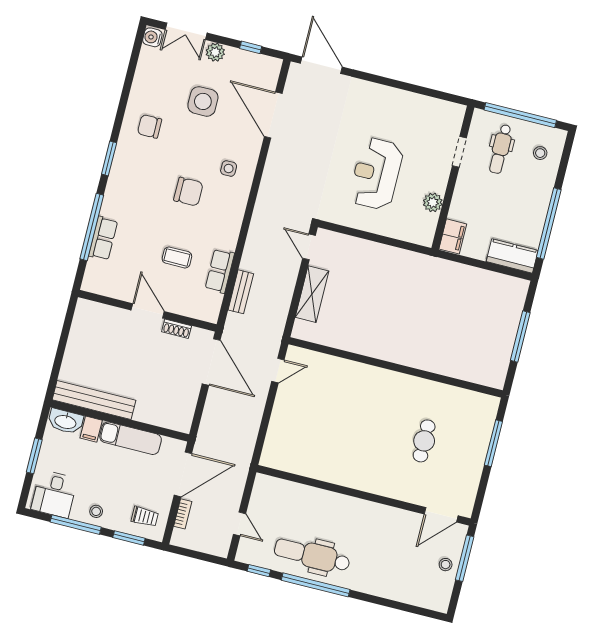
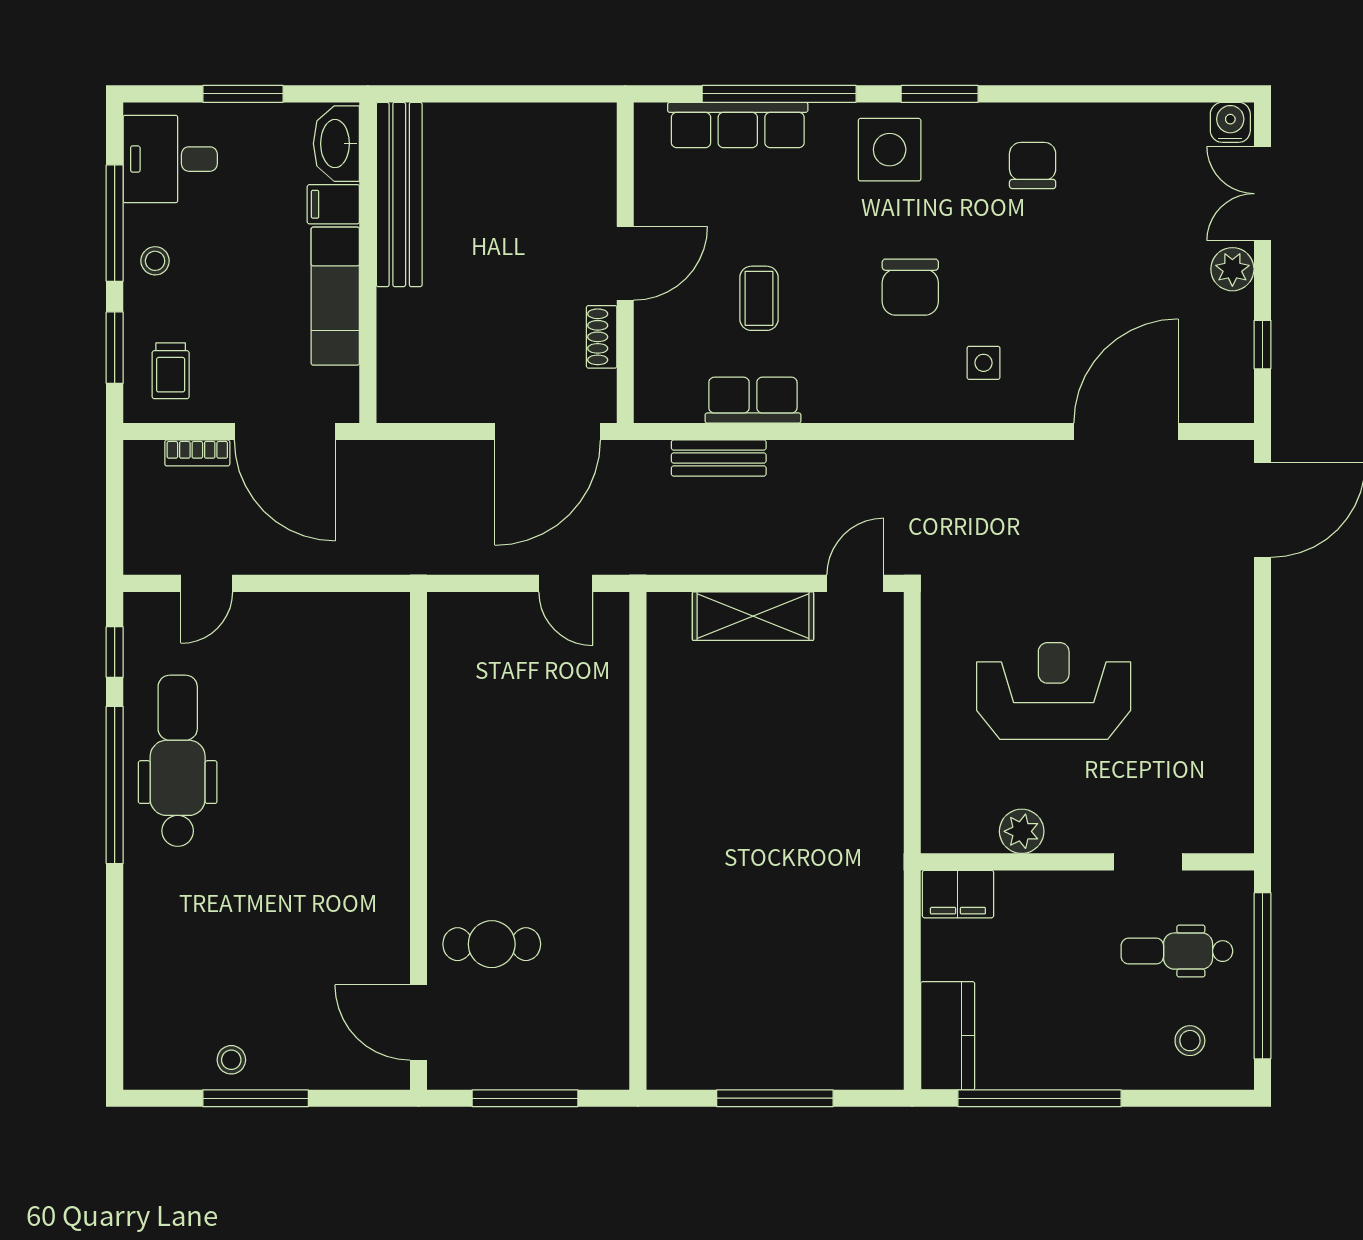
side table: (203, 101) -> (890, 150), moved
row of seats: (103, 238) -> (738, 125), width x1.48
wall: (364, 495) -> (418, 841), moved
door: (441, 515) -> (418, 1023), moved

